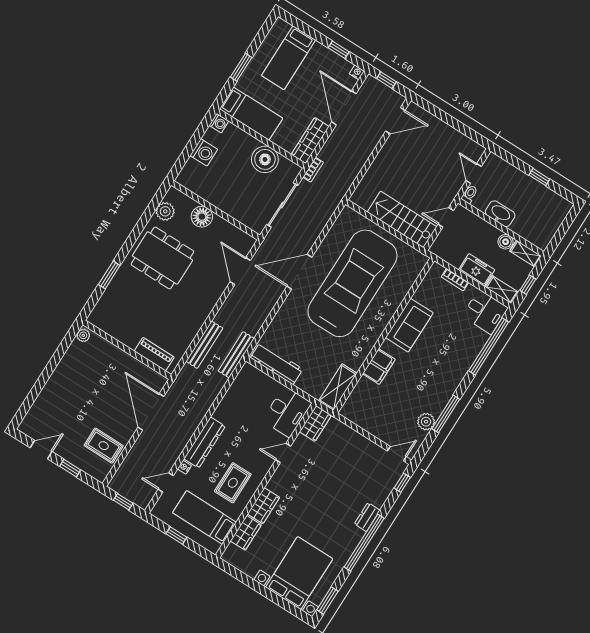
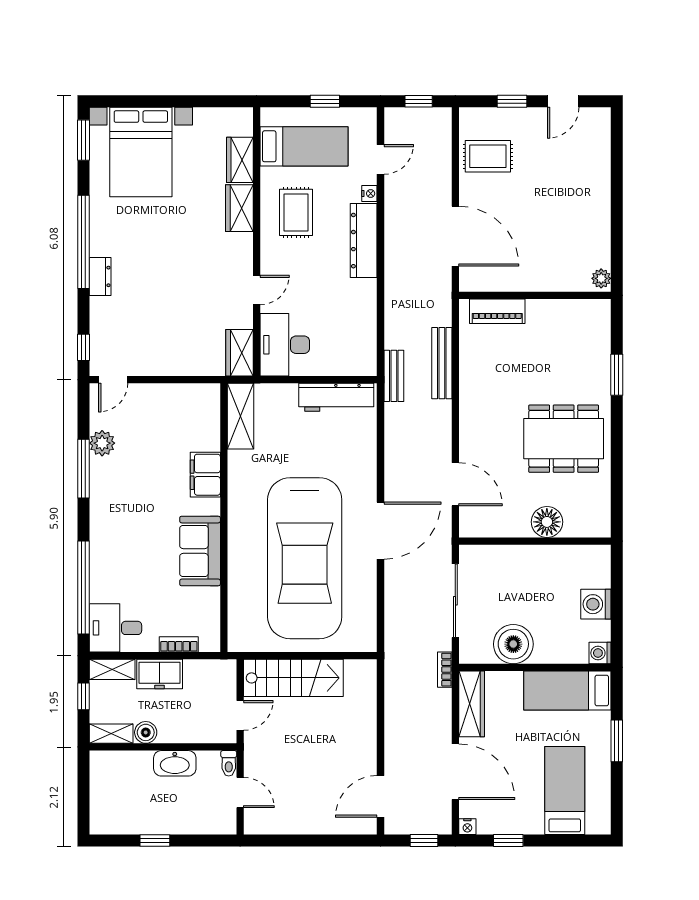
plant: (165, 211) -> (597, 499), removed
bench: (236, 355) -> (394, 376), width x0.73

